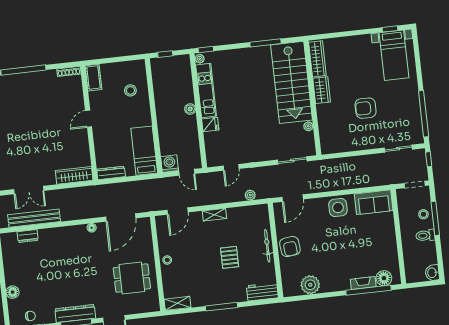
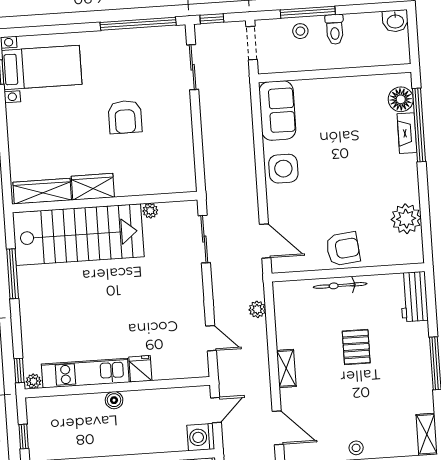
pallet: (230, 257) -> (356, 347), turned 90

